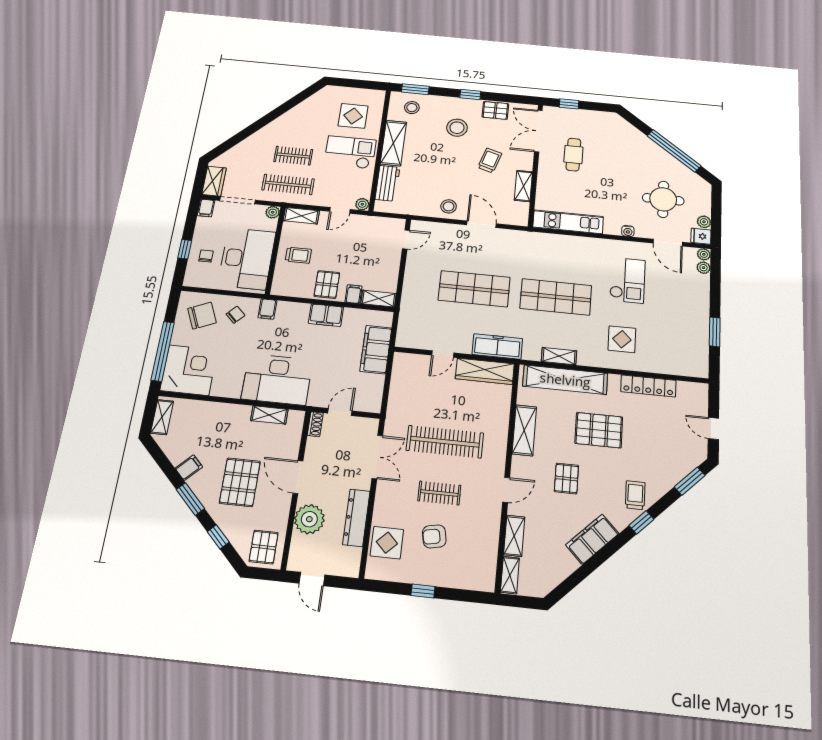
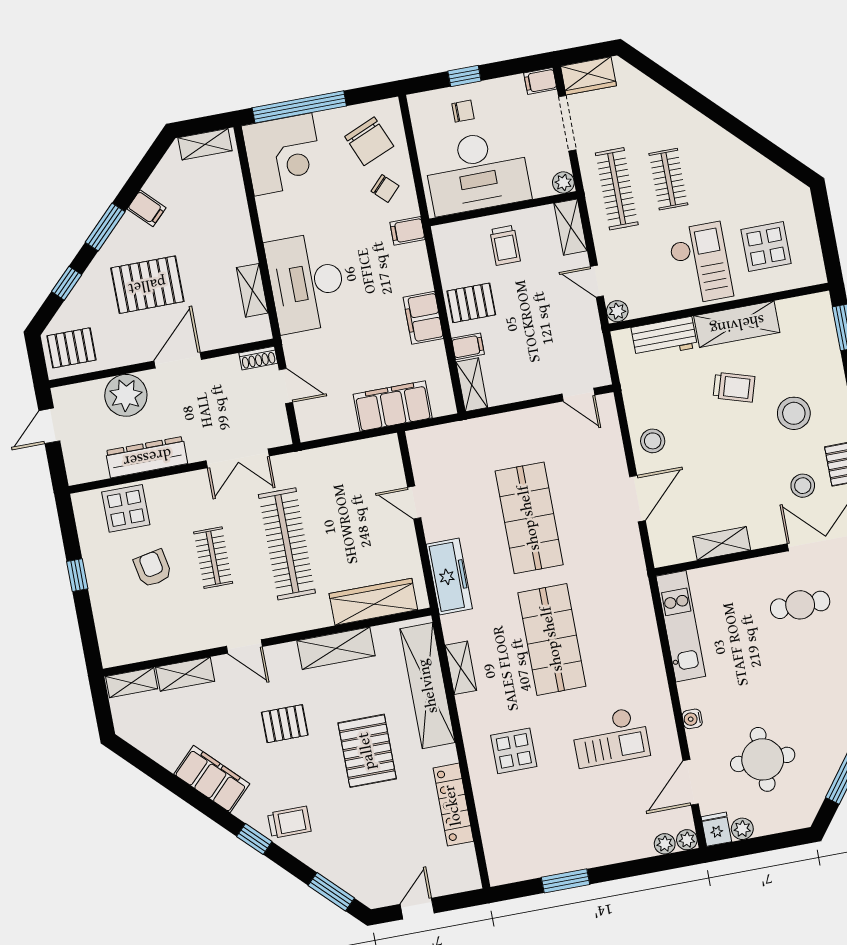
stool: (412, 108) -> (803, 486), moved
trolley: (490, 160) -> (734, 387), moved
wardrobe: (485, 371) -> (373, 602), moved, turned 90

